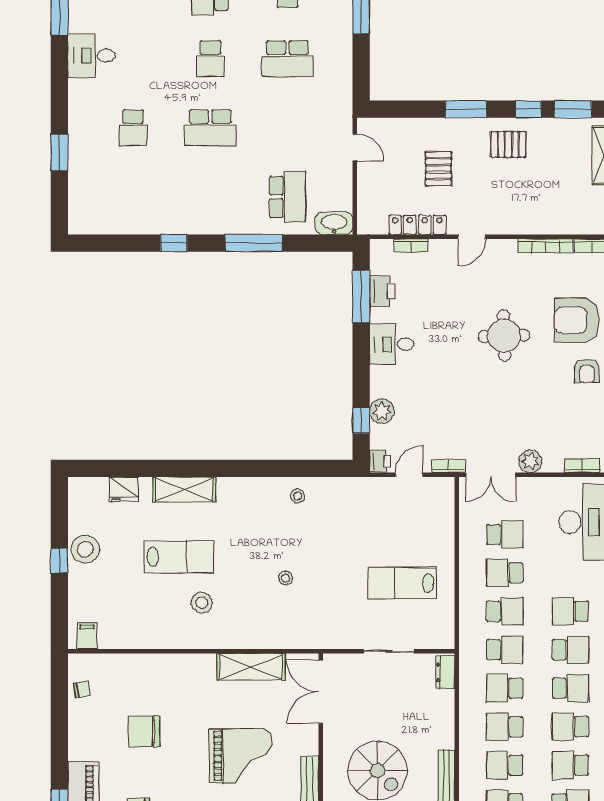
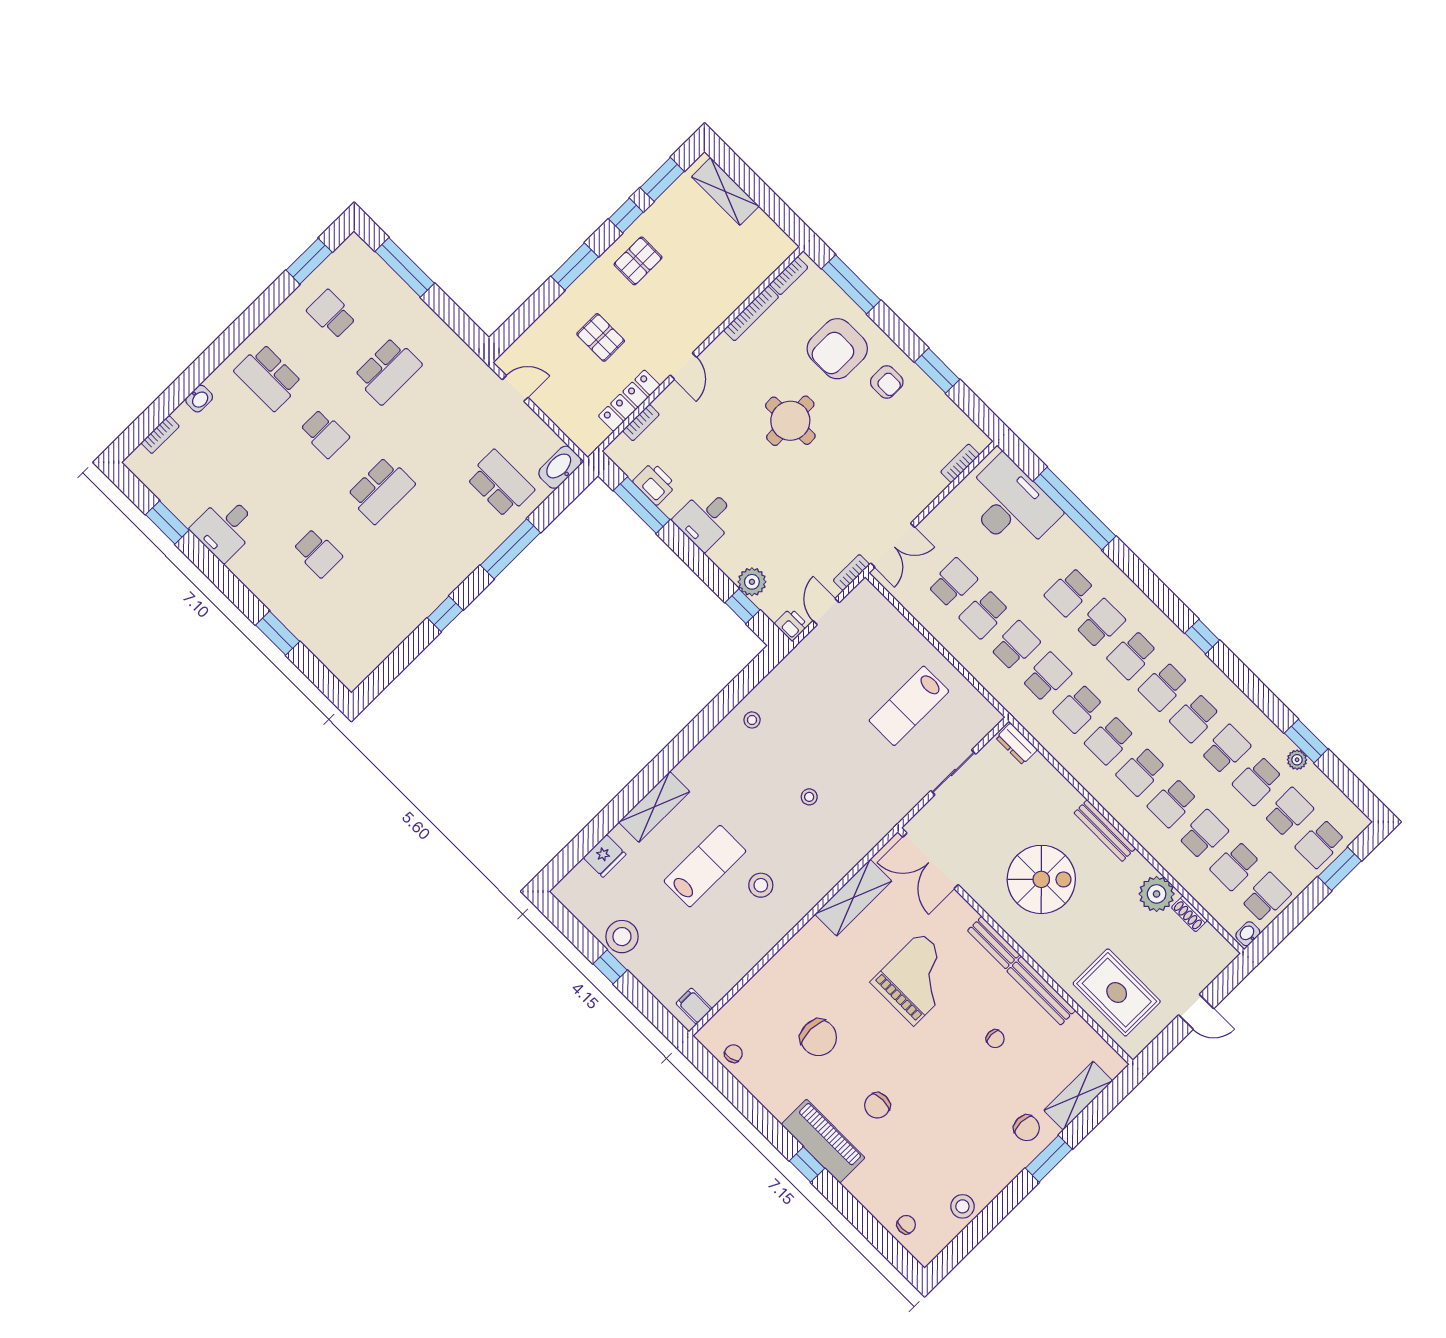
plant: (530, 461) -> (914, 502), removed
school desk: (570, 688) -> (1132, 655), turned 180
chair: (144, 731) -> (818, 1038), turned -90

